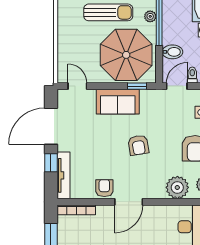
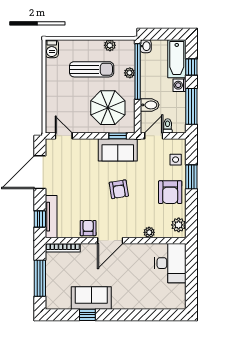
parasol: (126, 55) -> (108, 108), width x0.73, depth x0.73
sofa: (118, 102) -> (118, 150), moved
window: (51, 163) -> (40, 219), moved
plant: (177, 187) -> (149, 232), width x0.53, depth x0.53

